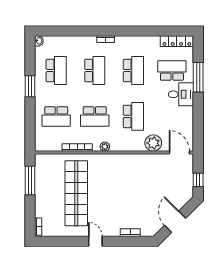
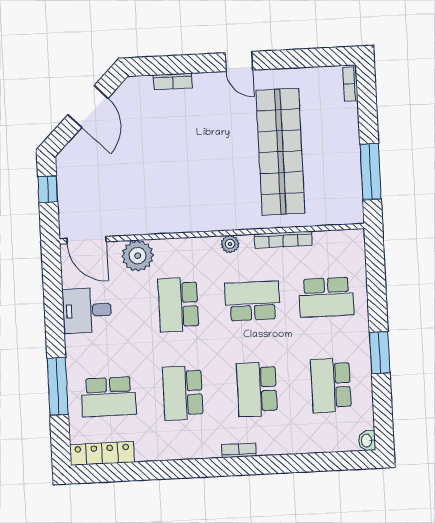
desk: (181, 94) -> (87, 310), moved
school desk: (56, 116) -> (327, 297), turned 180

